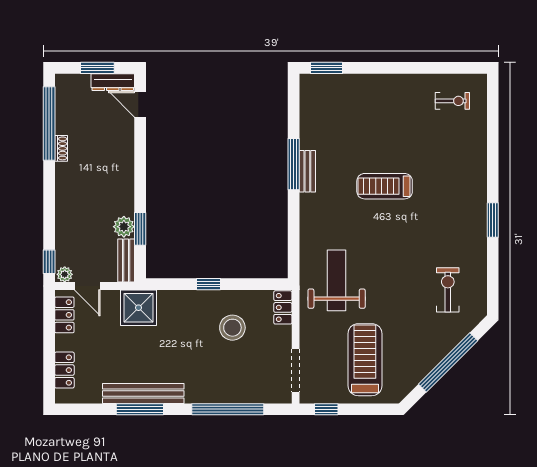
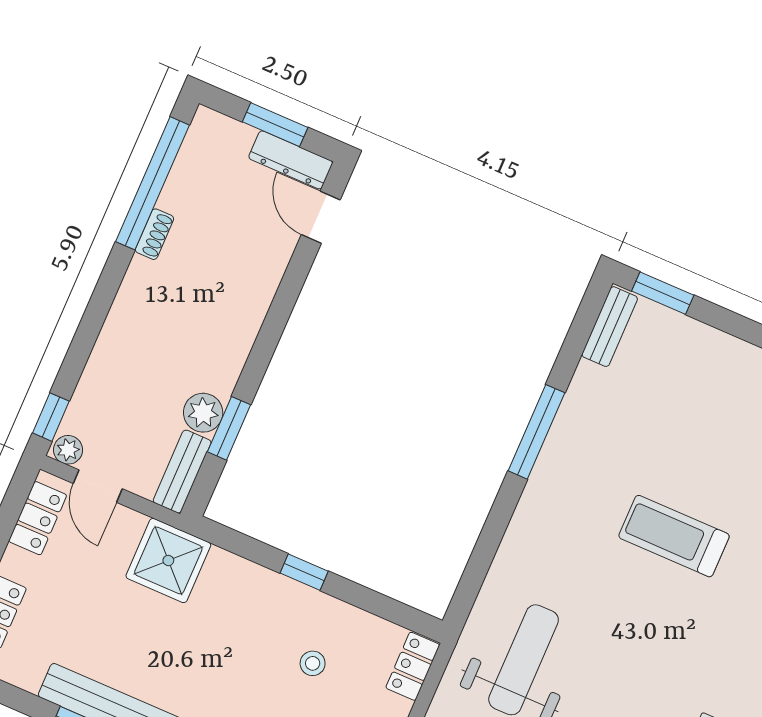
bench: (307, 171) -> (610, 327), moved
stool: (232, 328) -> (313, 663), width x0.53, depth x0.53

